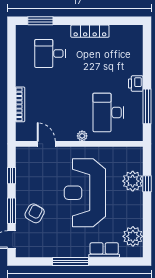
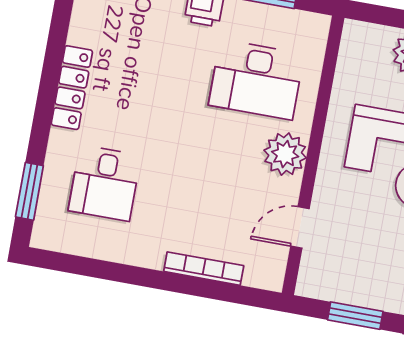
plant: (82, 136) -> (285, 154), width x1.87, depth x1.87
window: (11, 176) -> (355, 316), width x1.50

